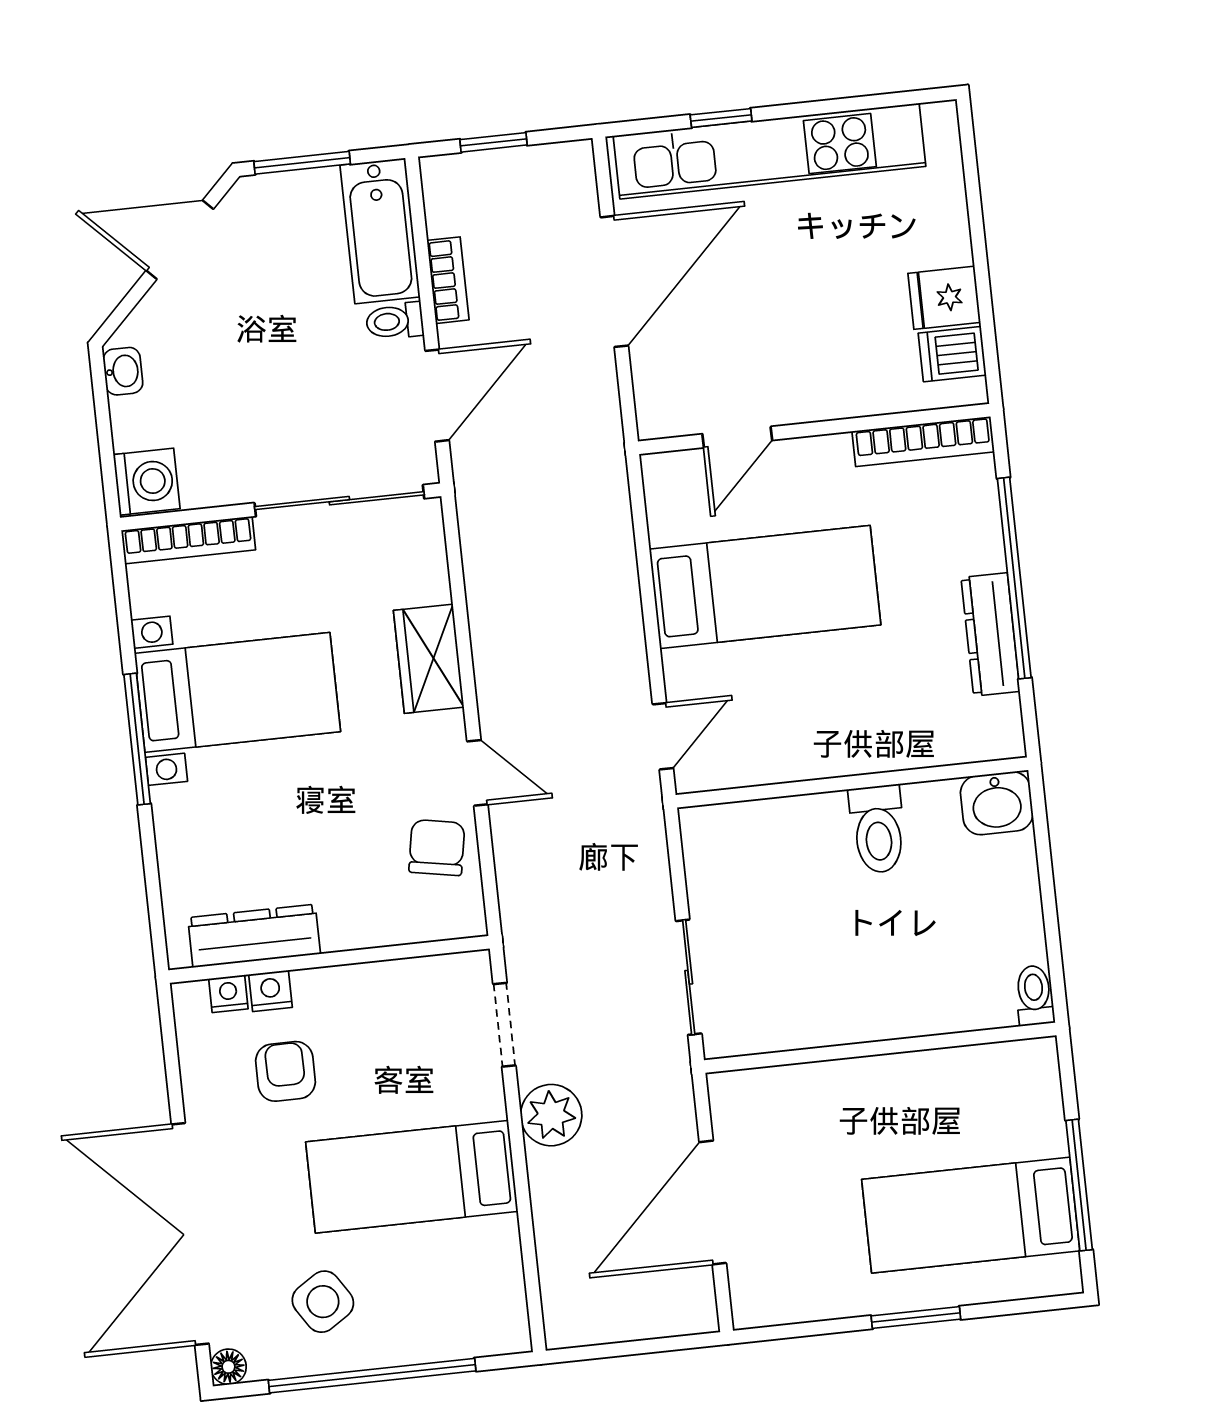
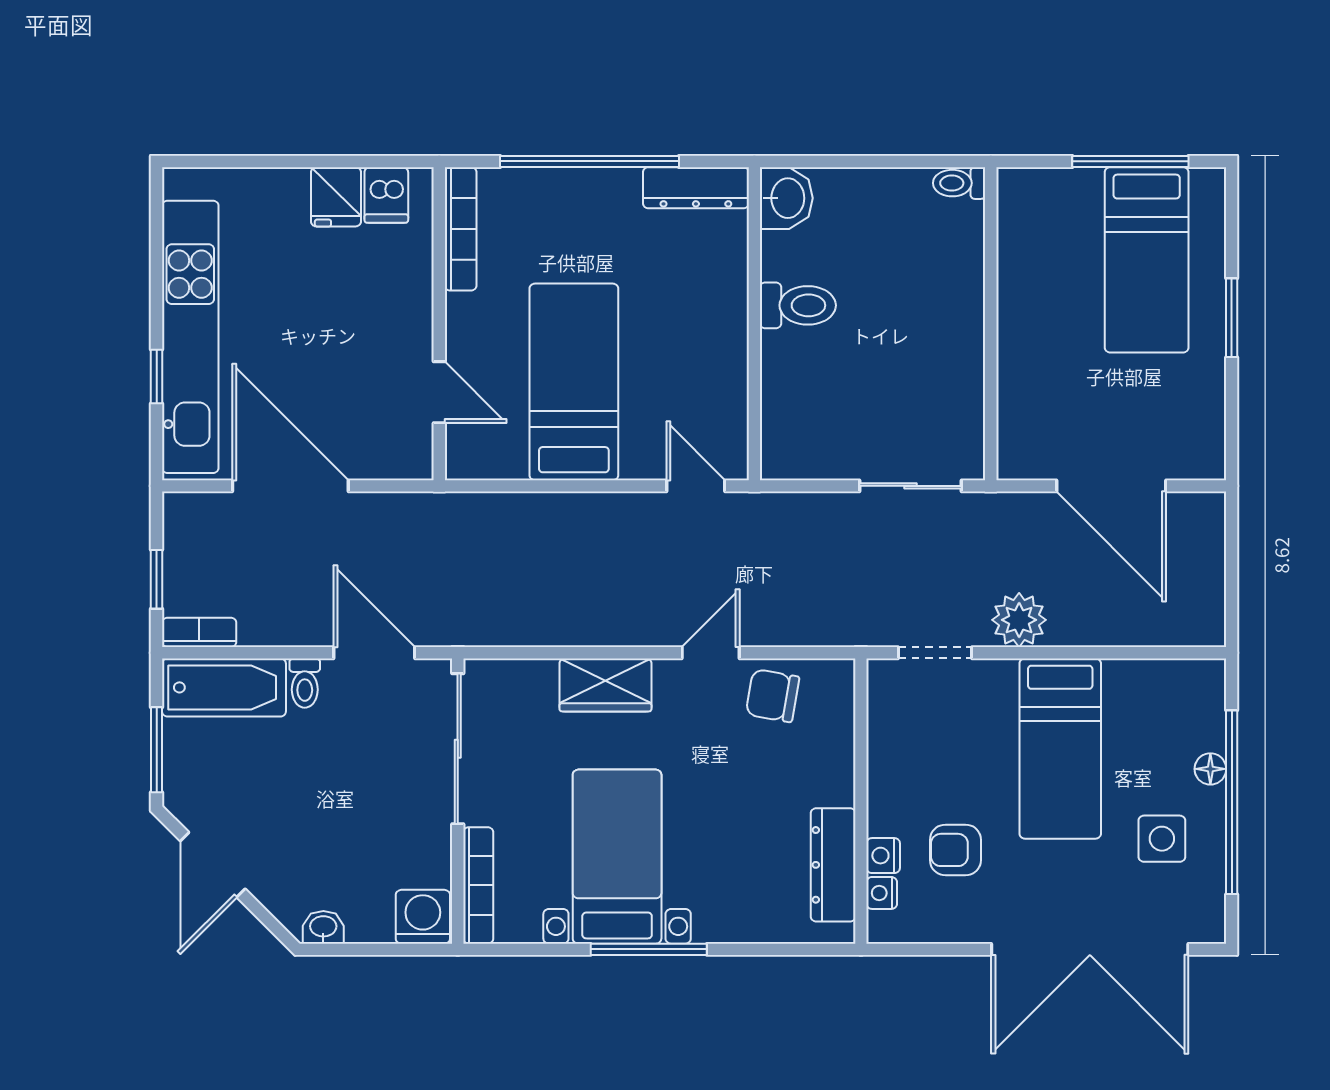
bookcase: (448, 280) -> (199, 632), moved
dresser: (990, 634) -> (696, 188), moved
side table: (323, 1302) -> (1162, 839), turned 33
floor lamp: (228, 1367) -> (1210, 769), moved

